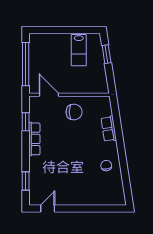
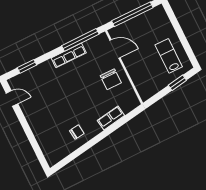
lab bench: (79, 50) -> (169, 56), turned 90
door: (49, 95) -> (115, 49), hinge flipped
window: (26, 122) -> (80, 40), width x2.11

